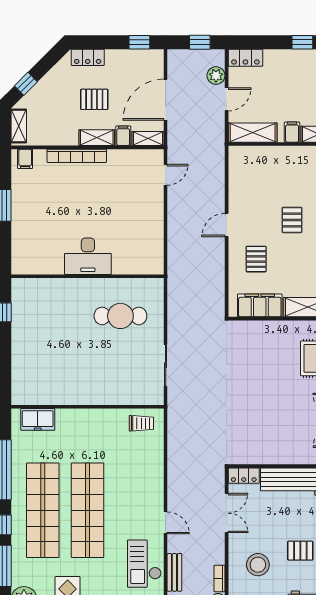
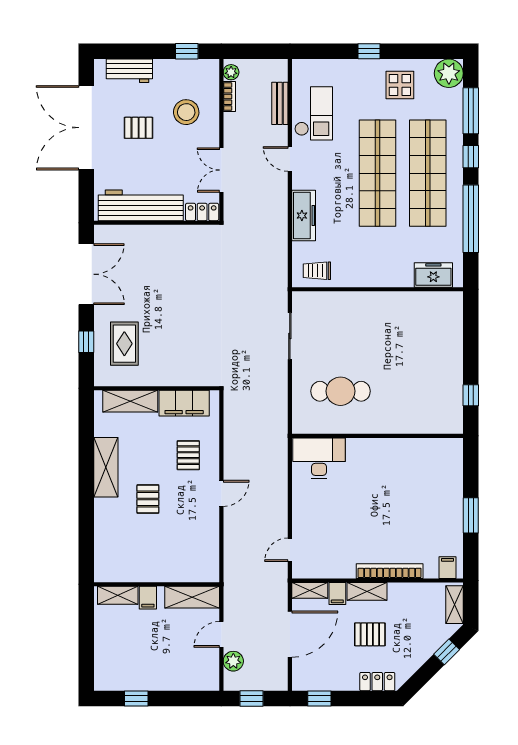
locker: (245, 58) -> (200, 681), removed
desk: (88, 256) -> (319, 458), moved
freezer: (153, 473) -> (304, 216), added

